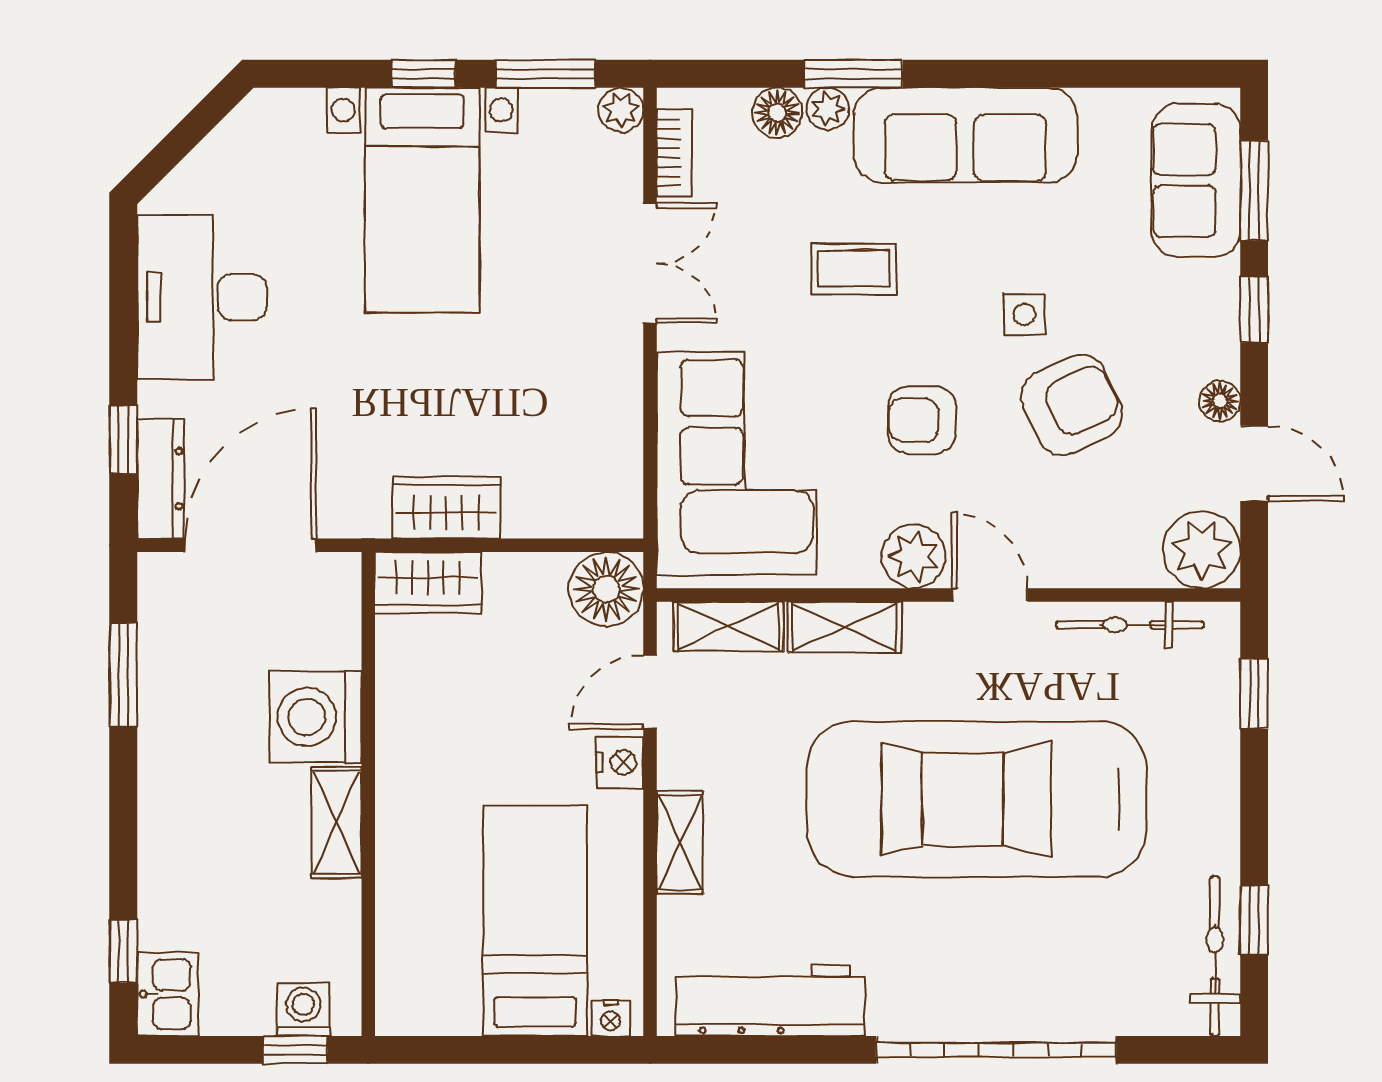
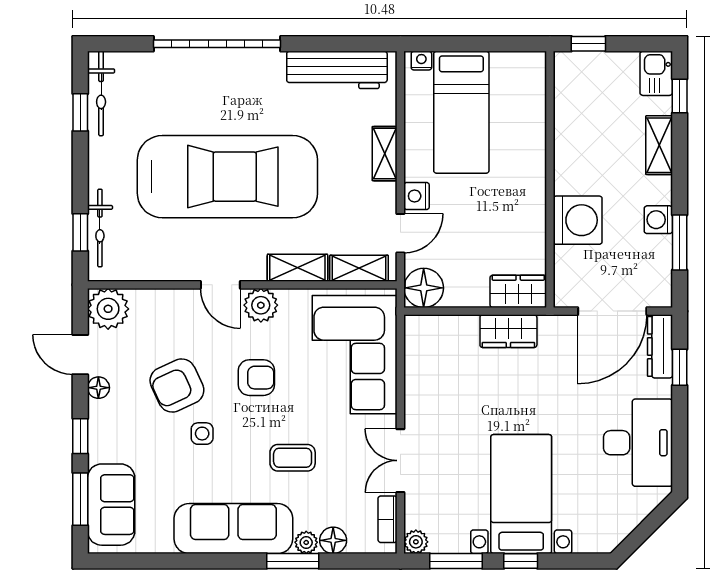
bicycle: (1130, 625) -> (100, 228), moved, turned 90
shelving: (337, 823) -> (659, 145), moved
washing machine: (303, 1010) -> (658, 220), moved, turned 90

